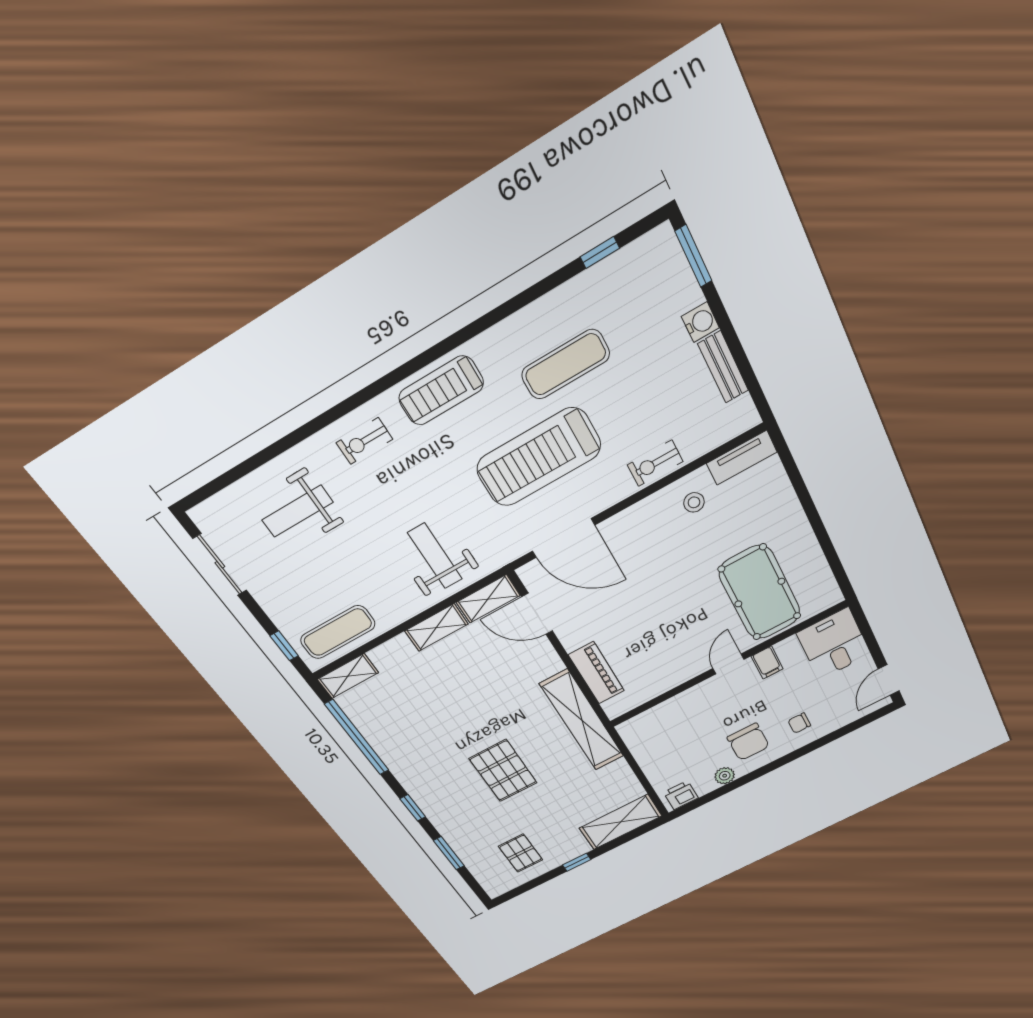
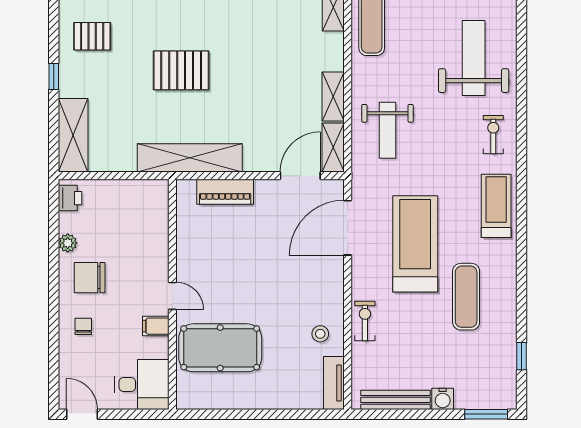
bench: (723, 367) -> (395, 400), width x1.36
weight bench: (297, 511) -> (474, 58), width x1.36, depth x1.33
weight bench: (435, 556) -> (387, 130), turned 90

